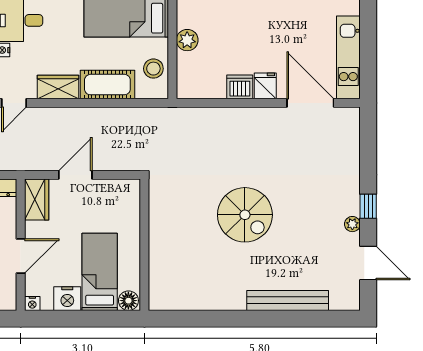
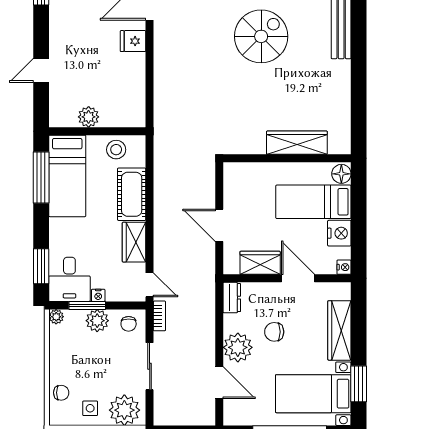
dishwasher: (240, 87) -> (134, 66), removed
wardrobe: (37, 200) -> (260, 263), moved
spiral stairs: (245, 215) -> (261, 36), moved
wardrobe: (161, 255) -> (297, 143), added

